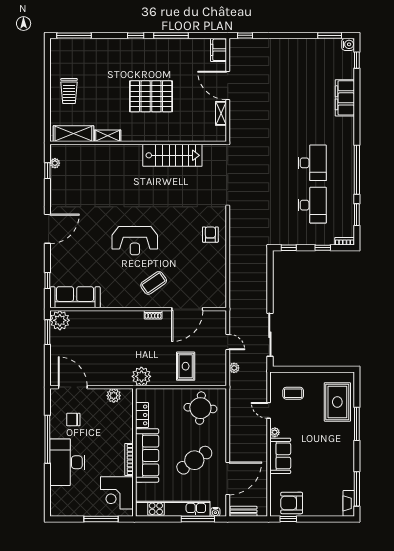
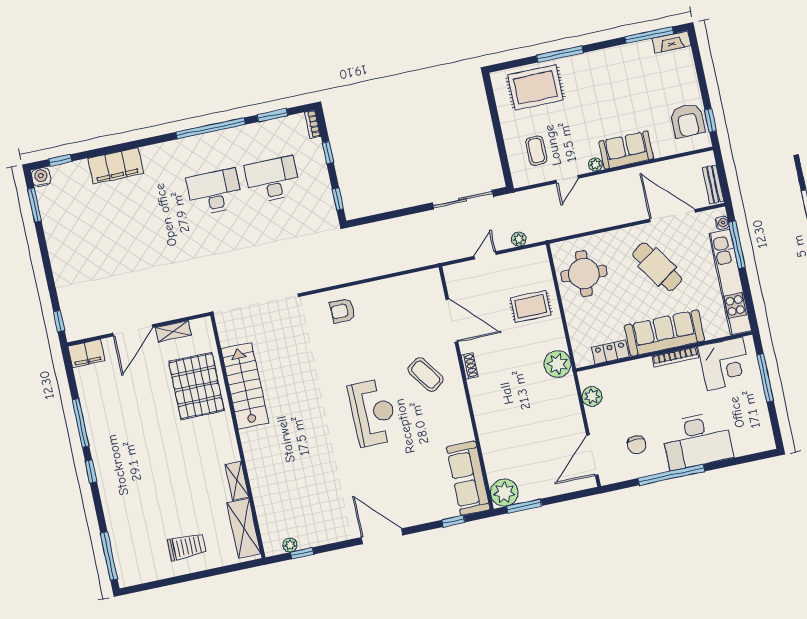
pallet: (151, 96) -> (196, 386), moved

